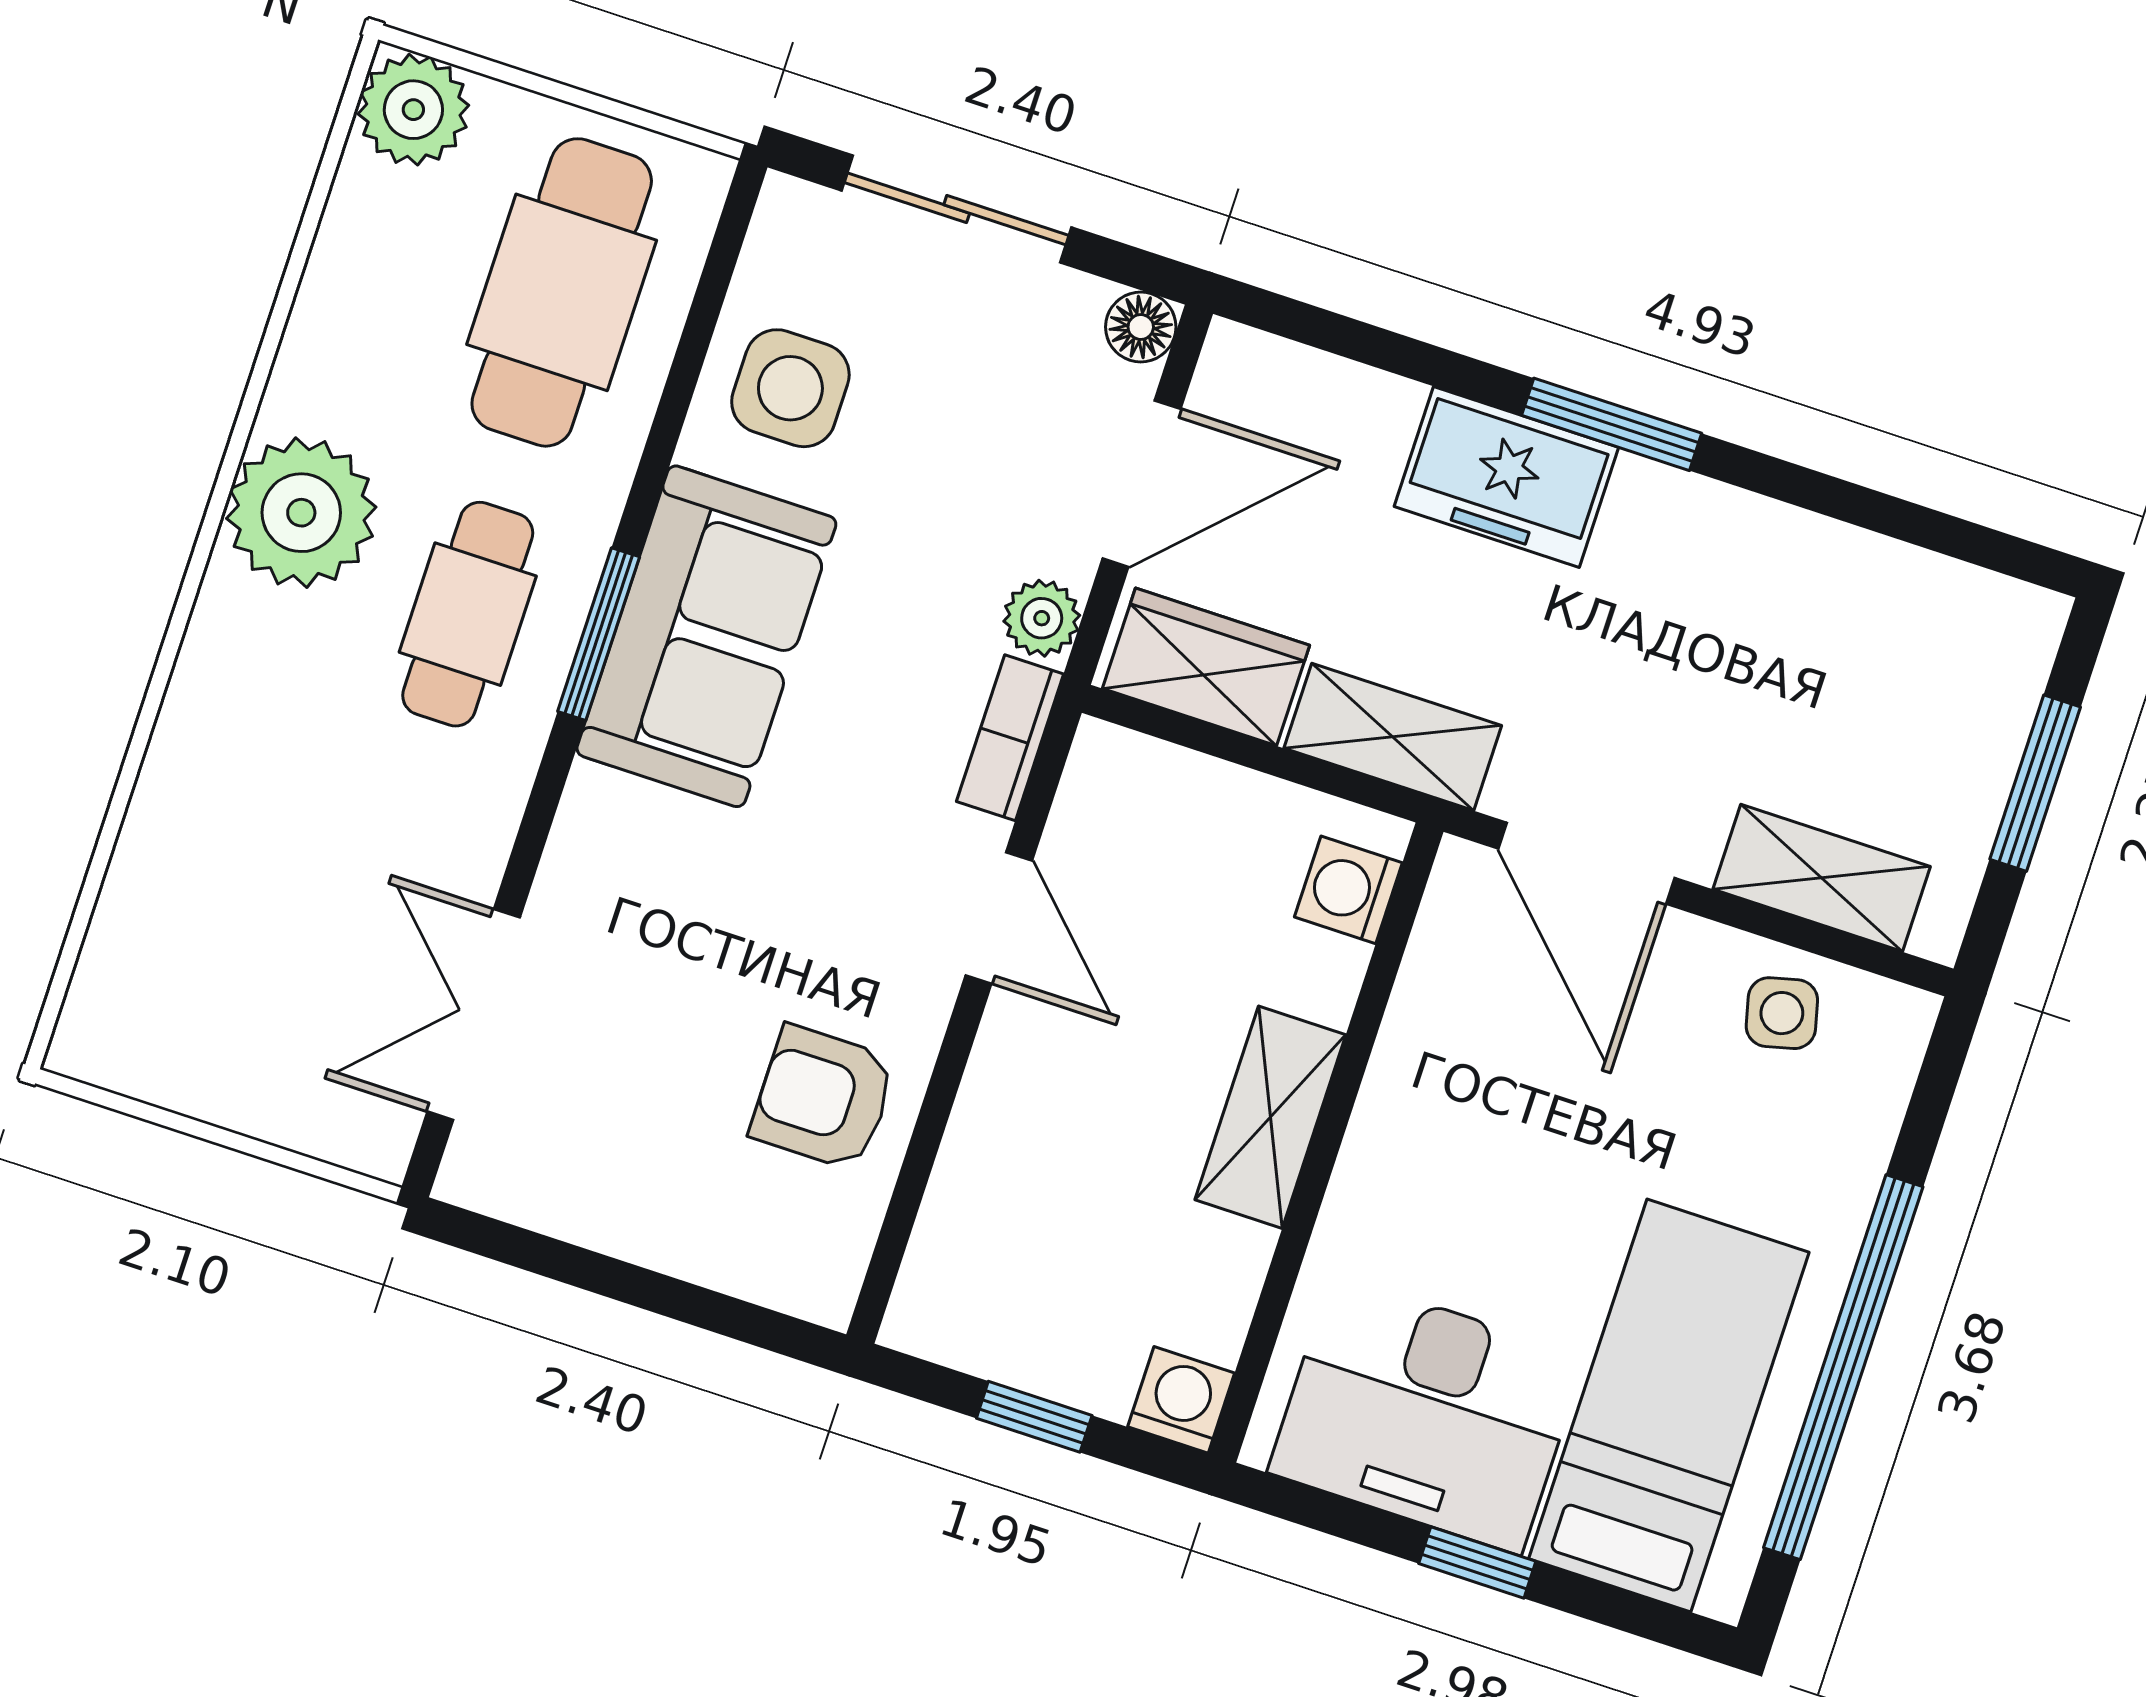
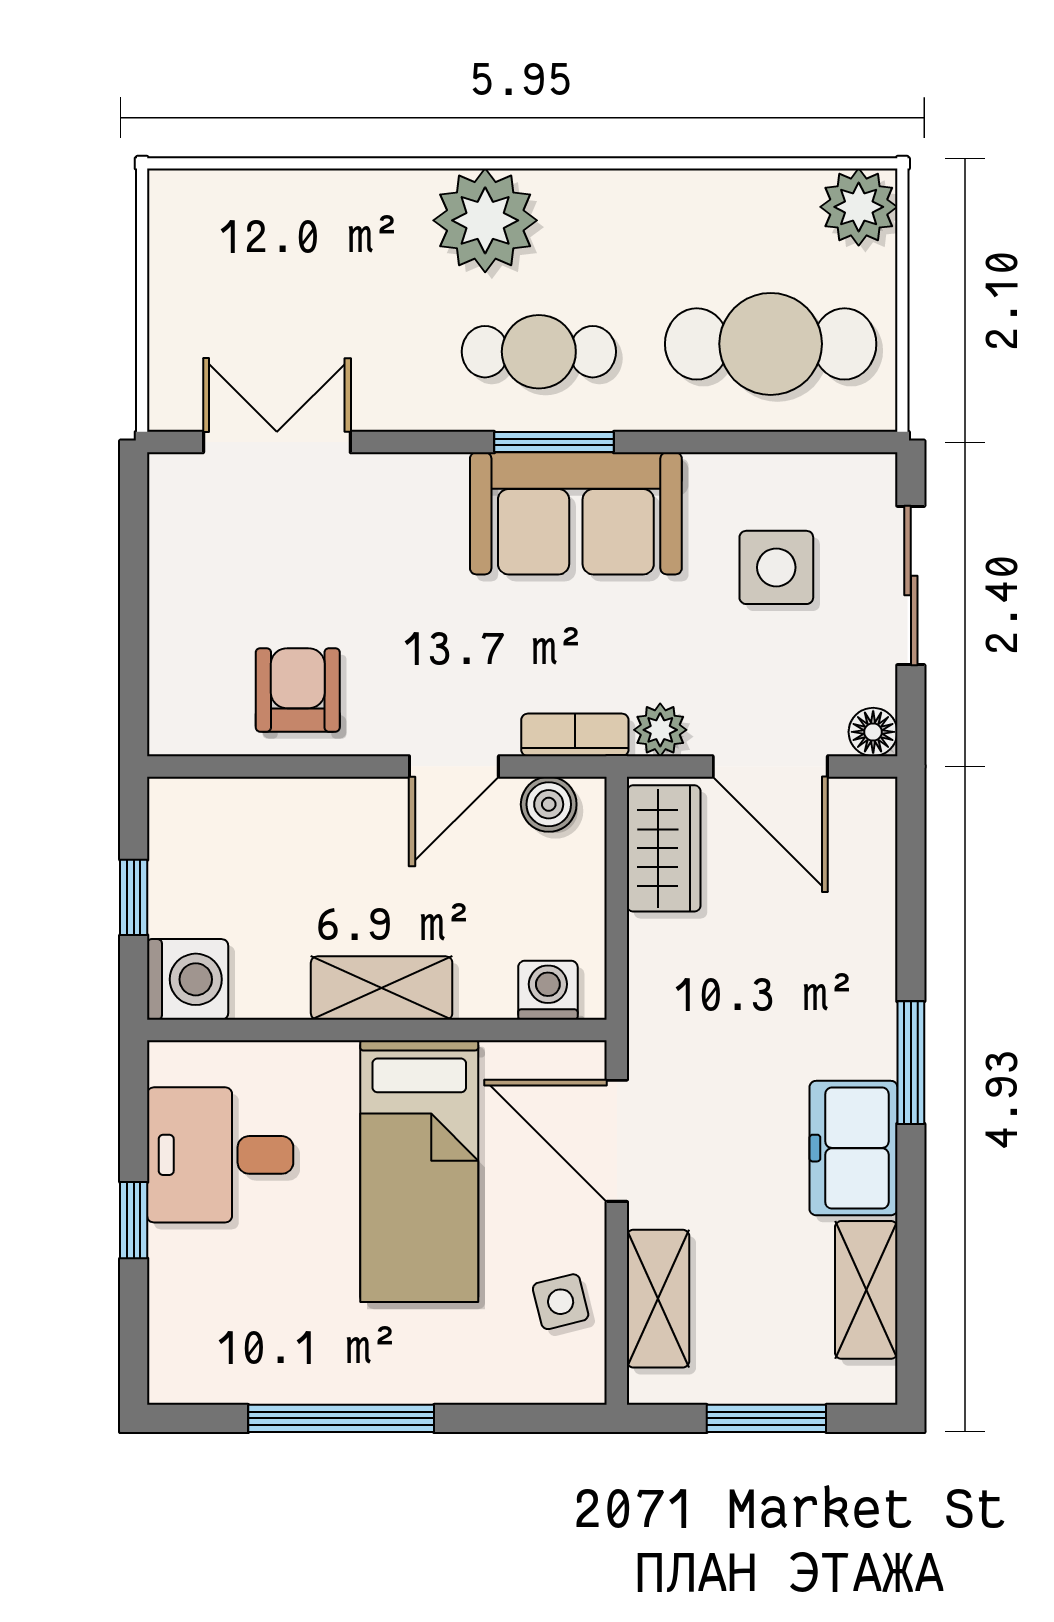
side table: (790, 388) -> (776, 567), moved
freezer: (1506, 477) -> (853, 1148), moved
plant: (301, 513) -> (485, 220), moved
shelving: (1393, 737) -> (866, 1290), moved
boiler: (1094, 805) -> (549, 804), added
door: (1586, 863) -> (617, 1141), hinge flipped
window: (1843, 1367) -> (341, 1418), width x0.68
washing machine: (1181, 1400) -> (188, 979), width x1.38, depth x1.38
bed: (1669, 1405) -> (419, 1171), moved, turned 90
desk: (1427, 1414) -> (220, 1155), width x0.73

